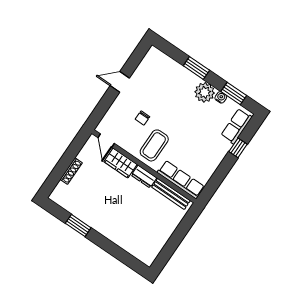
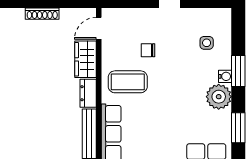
side table: (164, 76) -> (207, 43), added
water cooler: (221, 97) -> (225, 76), moved

